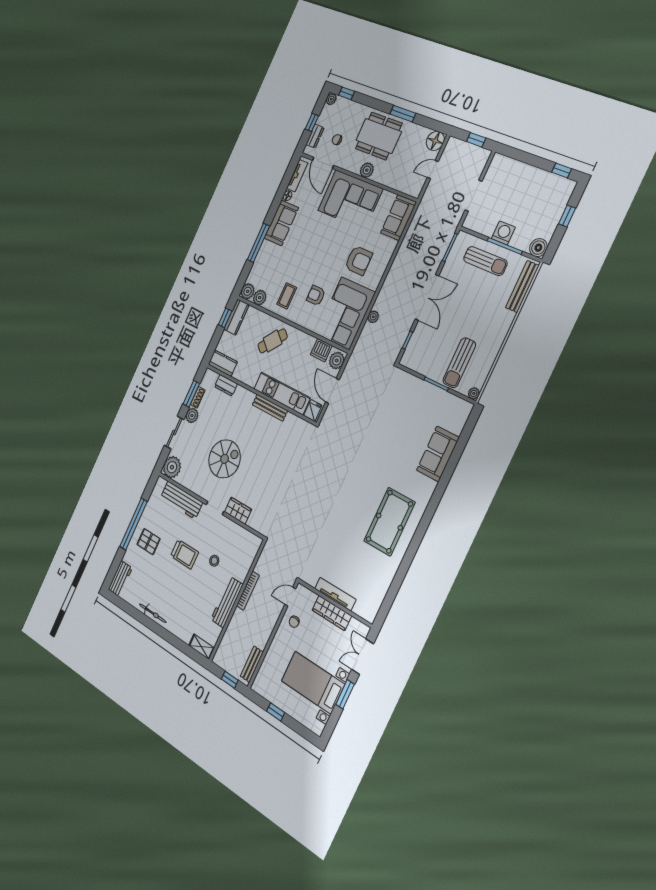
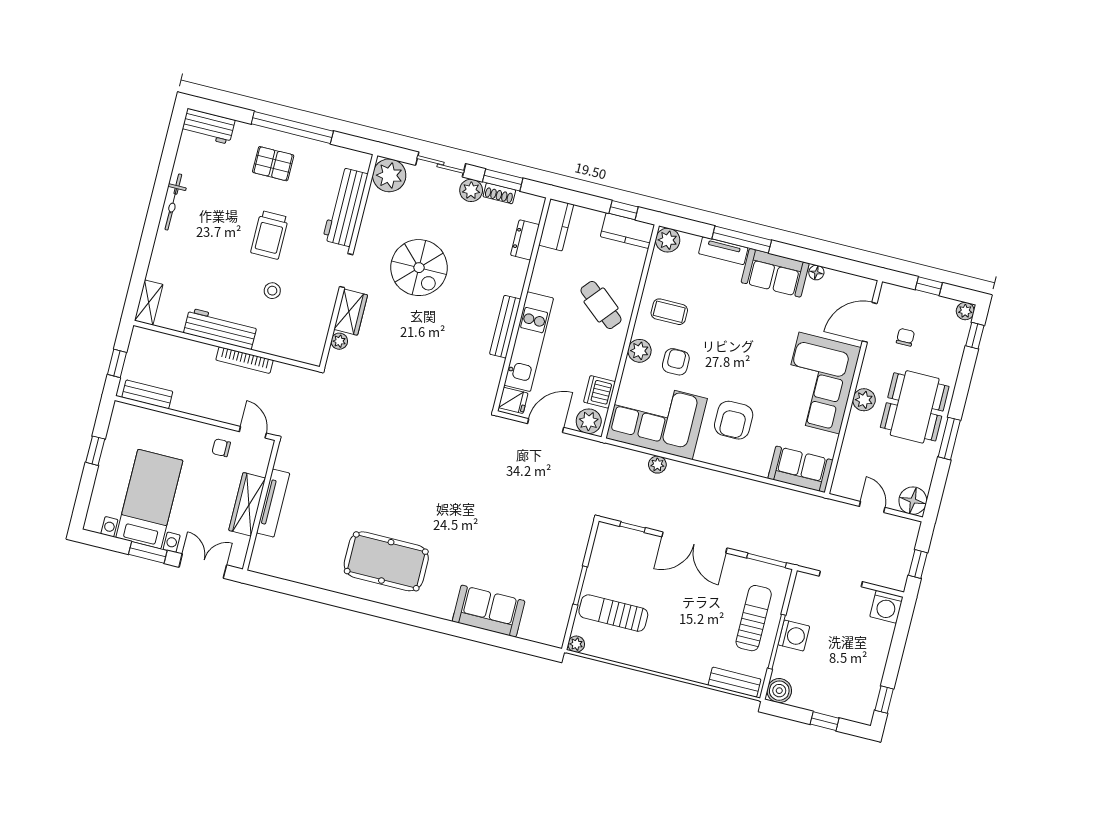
dresser: (315, 136) -> (908, 297), removed
washing machine: (499, 164) -> (886, 607), added
tv unit: (297, 176) -> (723, 251), moved
sun lounger: (485, 261) -> (754, 618), turned 180
bench: (522, 286) -> (734, 682), width x0.73
plant: (260, 298) -> (639, 351), moved
plant: (252, 522) -> (339, 341), added
pallet: (149, 542) -> (273, 164), turned 90

